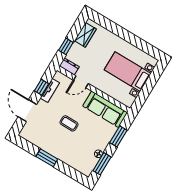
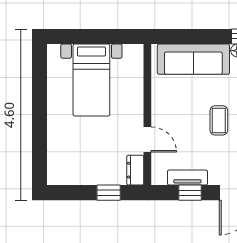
wardrobe: (85, 35) -> (75, 174), removed
sofa: (105, 109) -> (193, 59), moved, turned 90
window: (118, 136) -> (194, 36), removed

